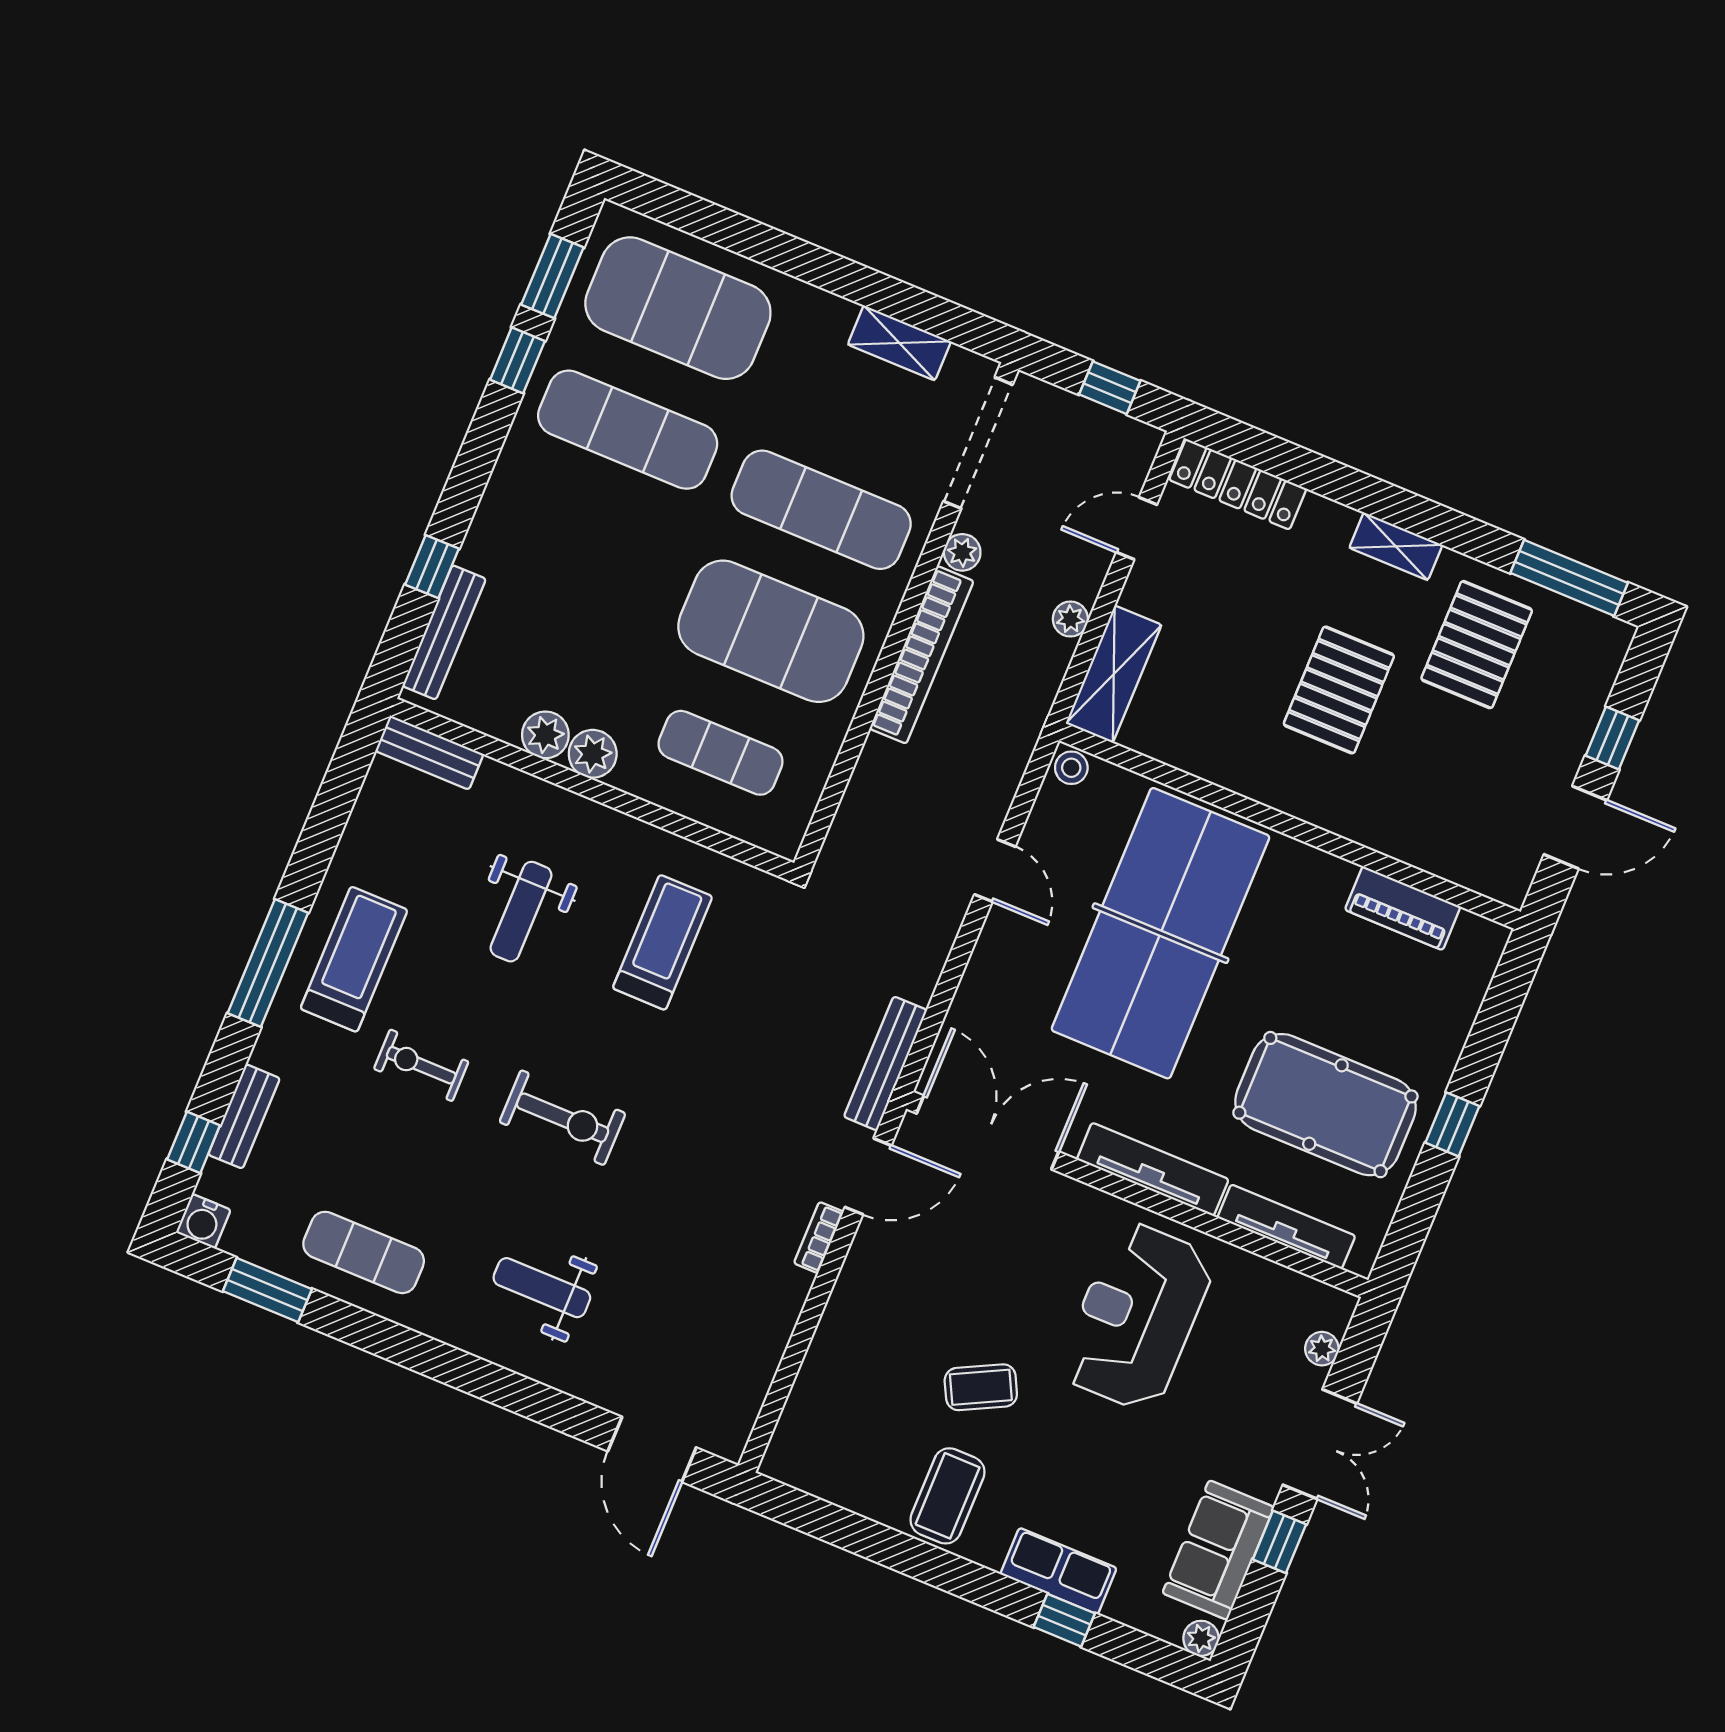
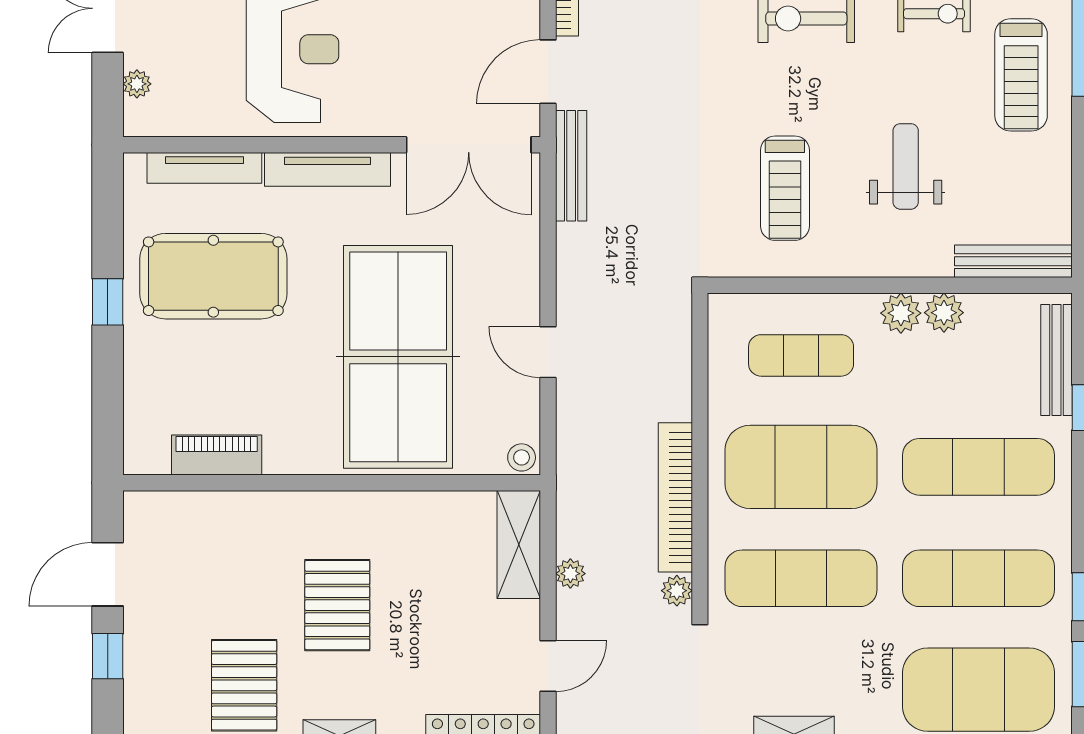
exercise mat: (577, 551) -> (978, 467), added
bench: (429, 753) -> (1013, 261), width x1.36

